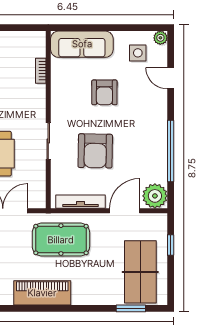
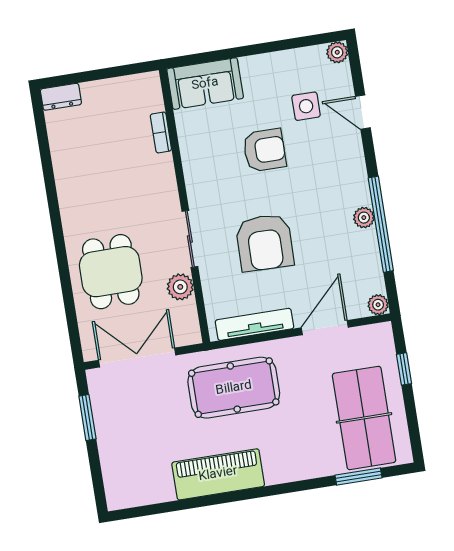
sofa: (82, 44) -> (205, 84), width x0.73
side table: (138, 53) -> (306, 106), moved
armchair: (104, 92) -> (264, 150), turned -90
plant: (161, 145) -> (364, 218), added
plant: (37, 170) -> (180, 287), added
plant: (155, 196) -> (378, 305), width x0.53, depth x0.53

